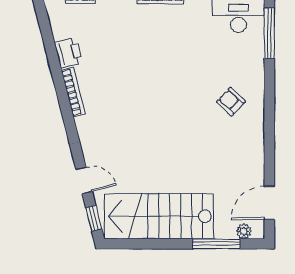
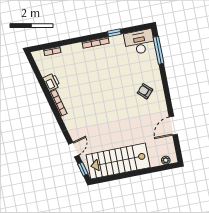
door: (84, 180) -> (74, 150), hinge flipped
door: (269, 203) -> (173, 126), moved
window: (216, 244) -> (152, 170), removed

